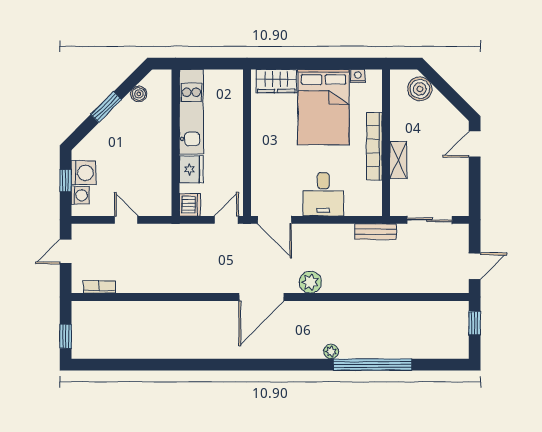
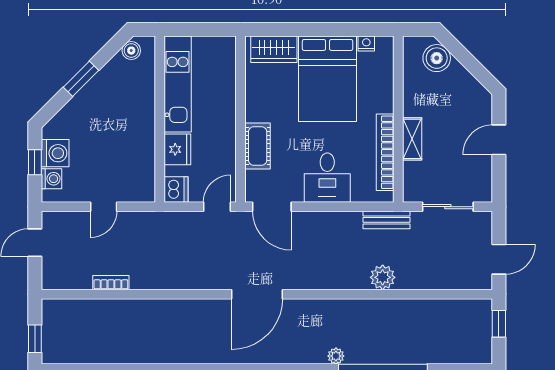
boiler: (139, 94) -> (131, 51), moved
door: (475, 144) -> (499, 140), moved
bookcase: (374, 146) -> (385, 152), moved
cot: (262, 166) -> (258, 146), added
door: (126, 220) -> (104, 207), swing flipped
plant: (310, 282) -> (383, 277), moved
bookcase: (99, 287) -> (111, 283), moved

